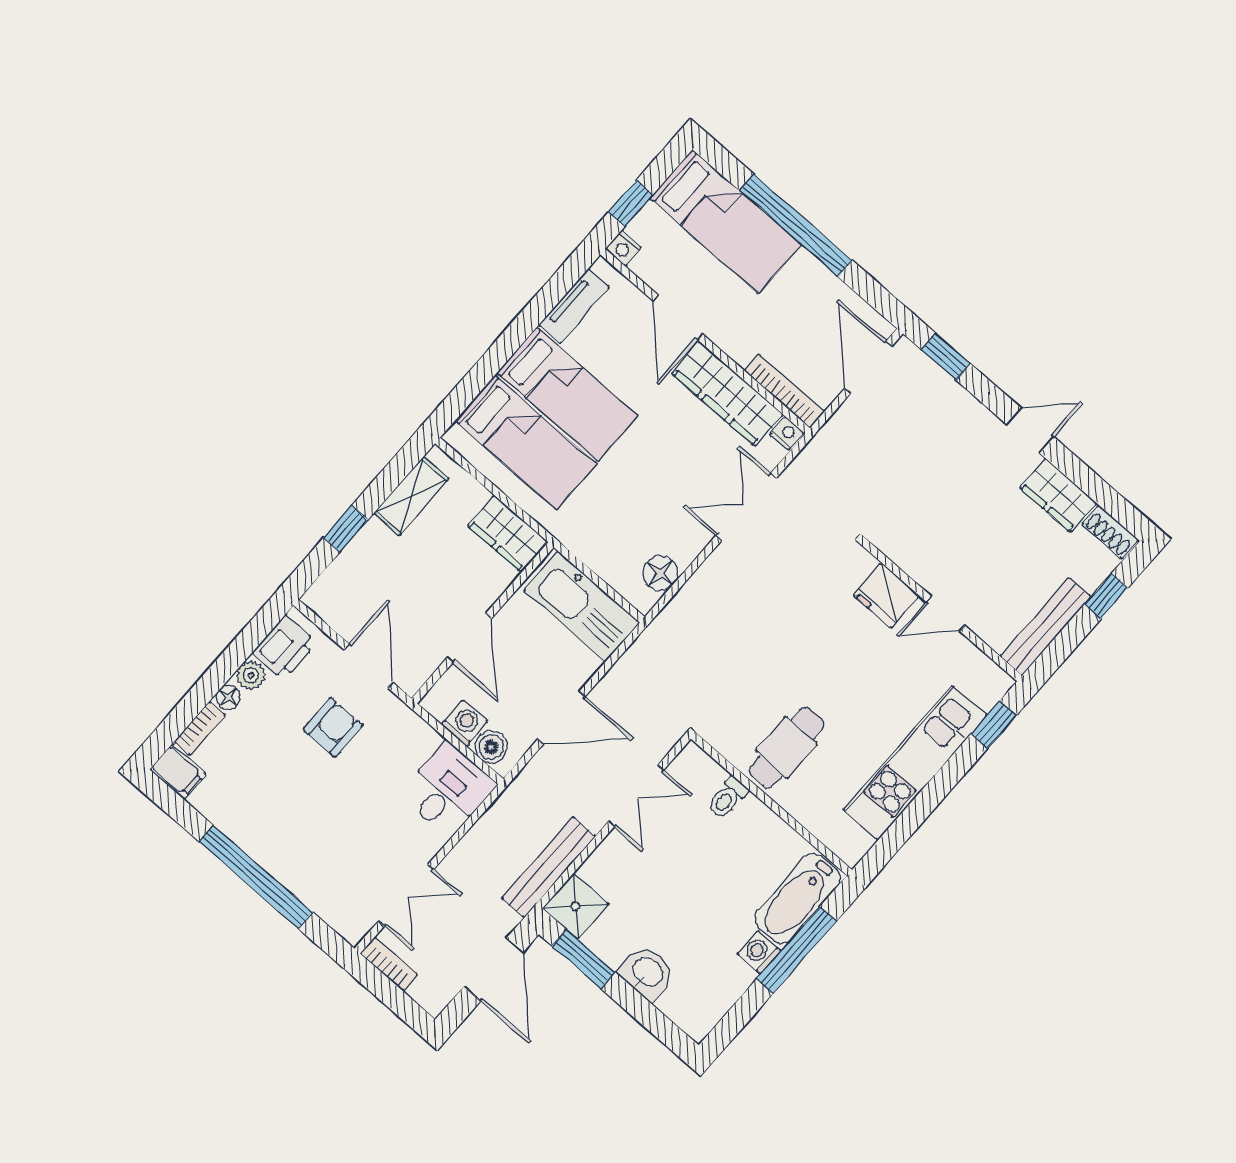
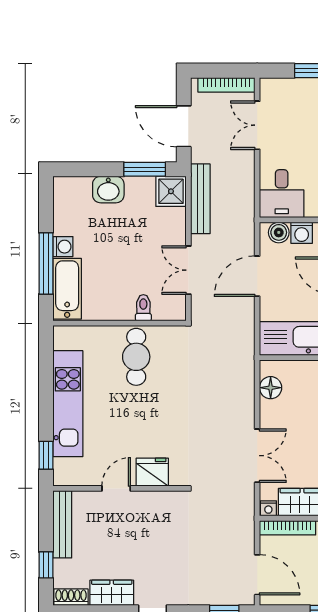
bookcase: (389, 964) -> (226, 85), width x1.56

